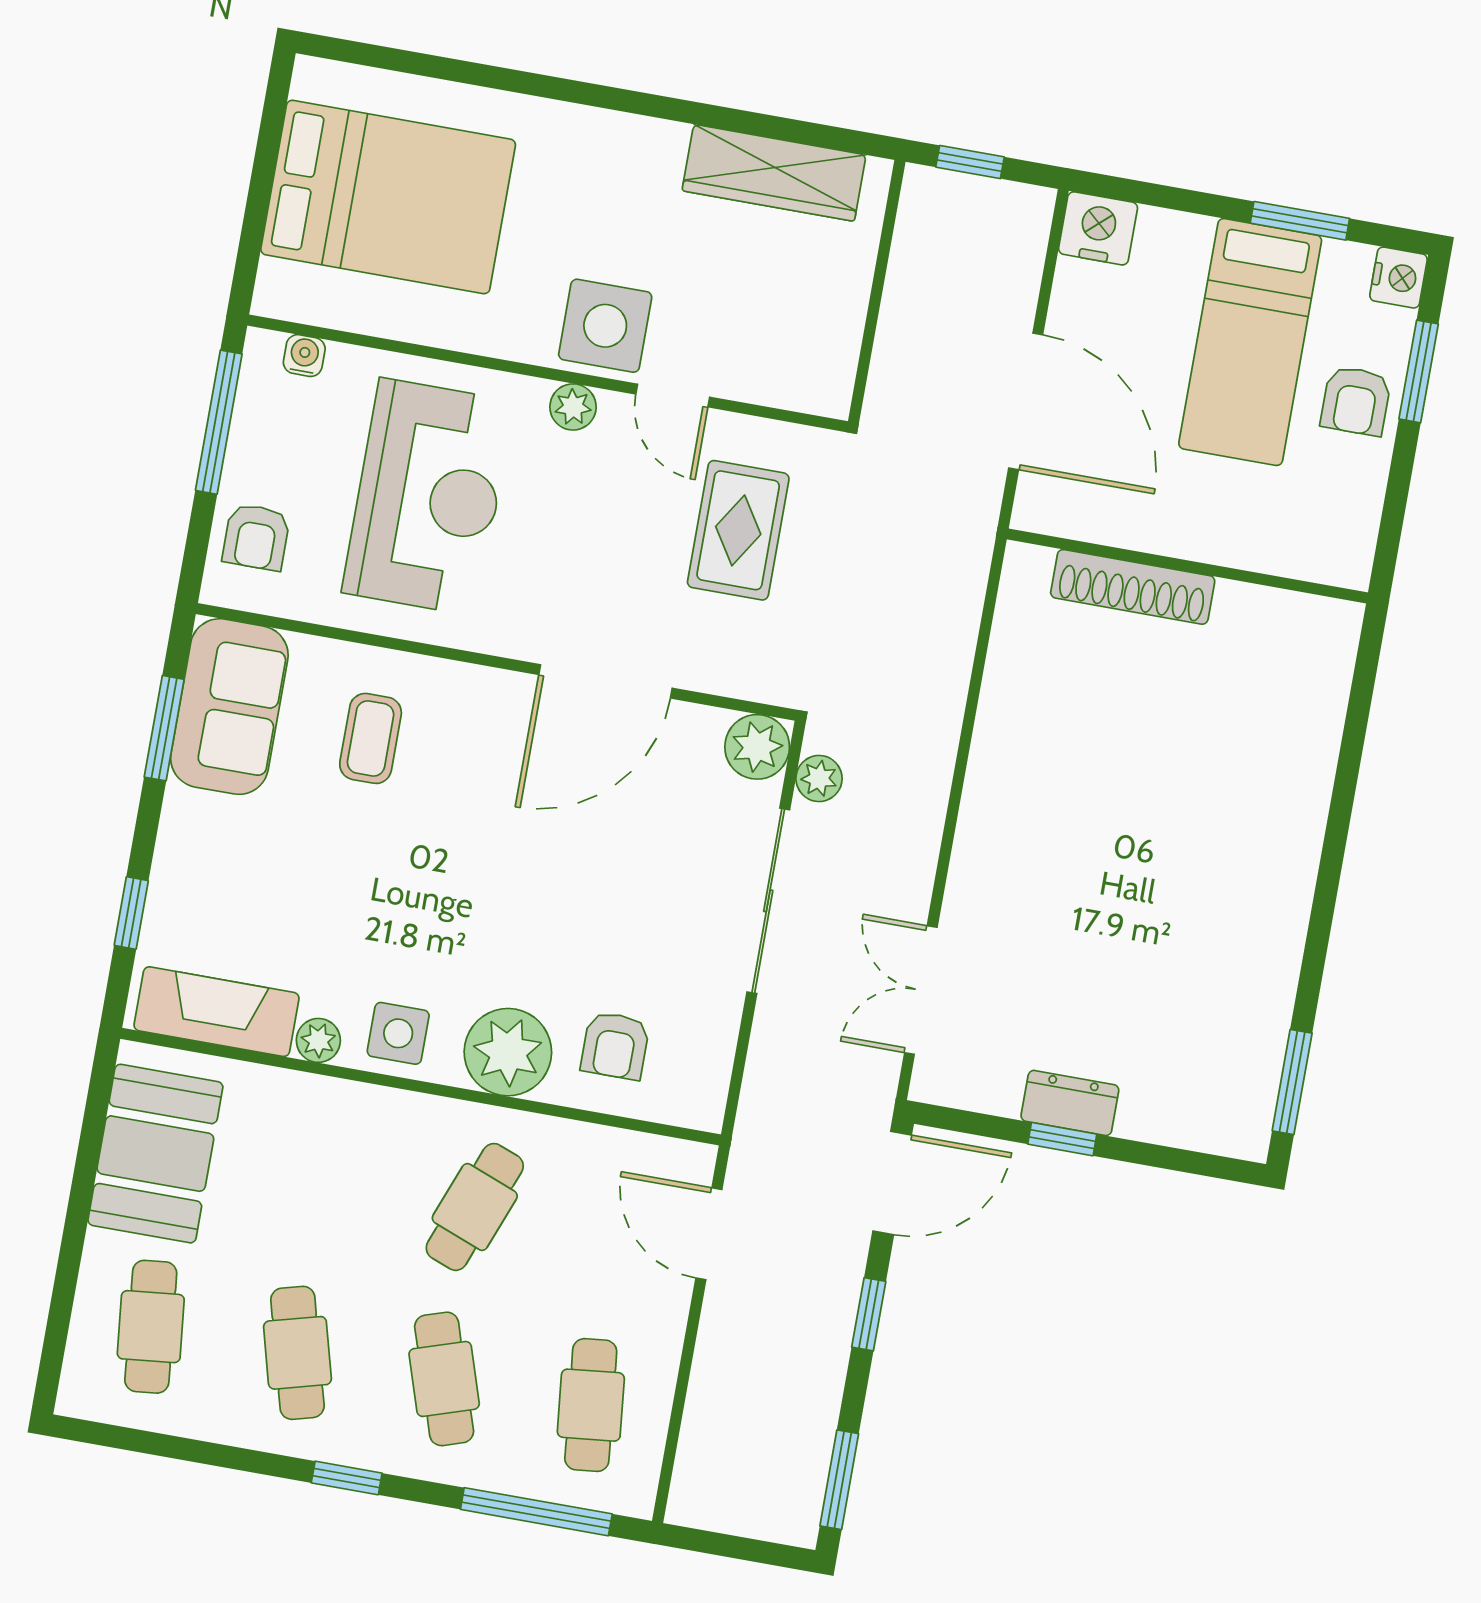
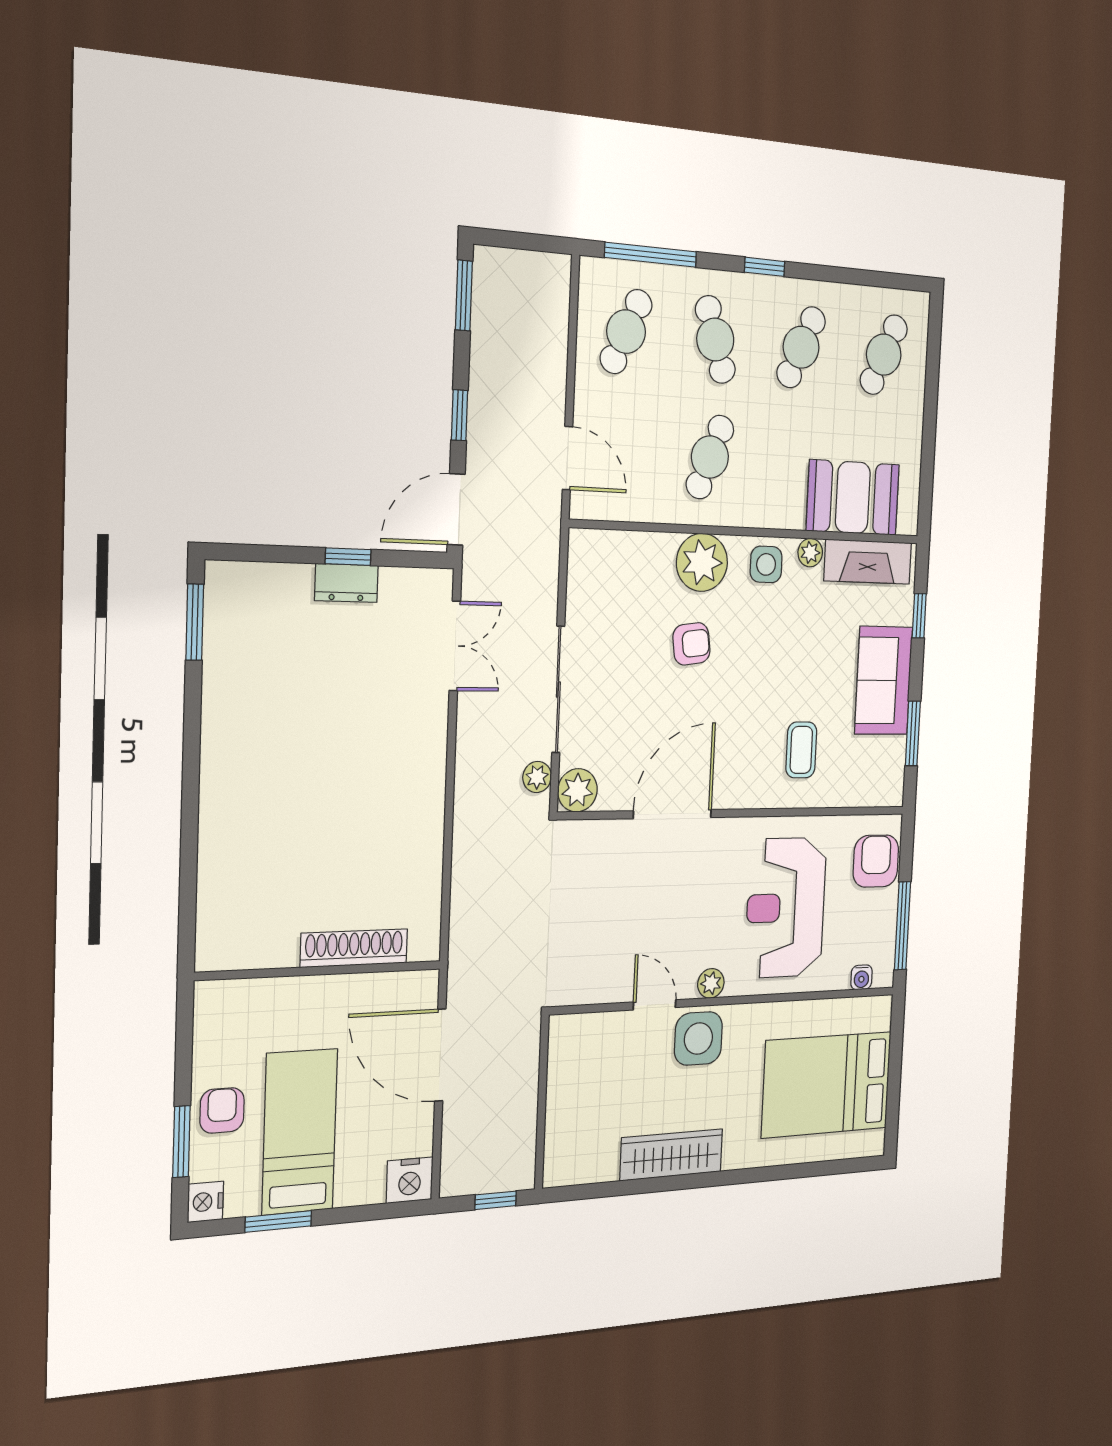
wardrobe: (774, 173) -> (671, 1155), moved
rug: (738, 530) -> (606, 928), removed
armchair: (256, 537) -> (876, 861), width x1.38, depth x1.38
sofa: (229, 707) -> (884, 681), moved
armchair: (615, 1046) -> (691, 644), moved, turned 82
booth: (155, 1154) -> (853, 498), moved, turned 90
cafe table: (151, 1327) -> (884, 355), turned 30
cafe table: (297, 1353) -> (801, 347), turned 39
cafe table: (591, 1405) -> (626, 332), turned 30

